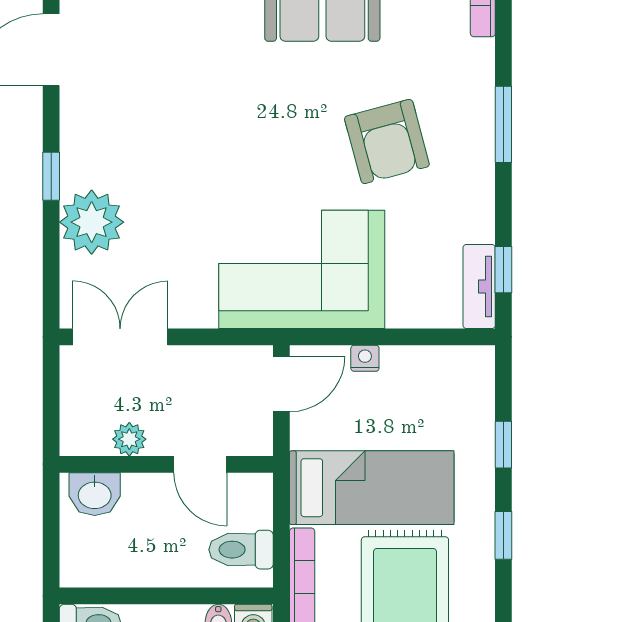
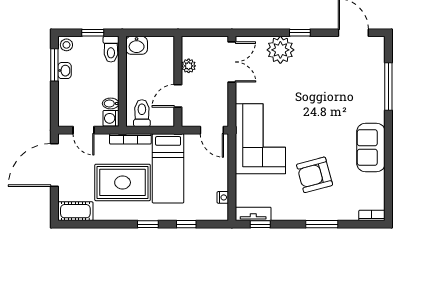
nightstand: (365, 358) -> (223, 197), moved
washbasin: (95, 494) -> (137, 45), moved, turned -90

